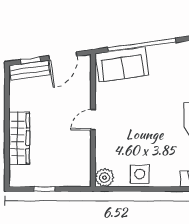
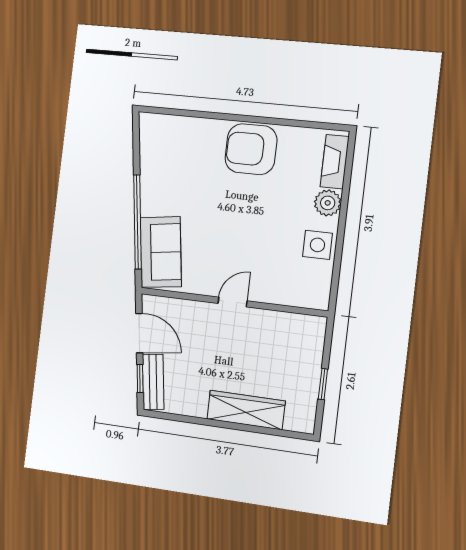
door: (93, 120) -> (233, 302), swing flipped
plant: (105, 178) -> (328, 203), moved

